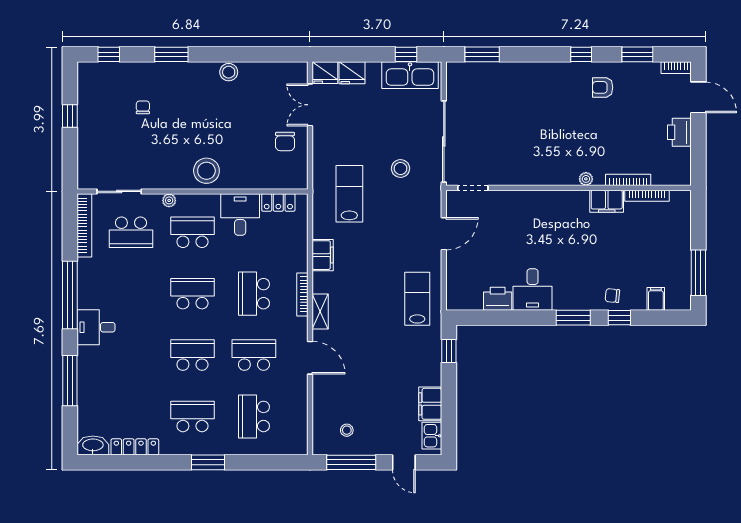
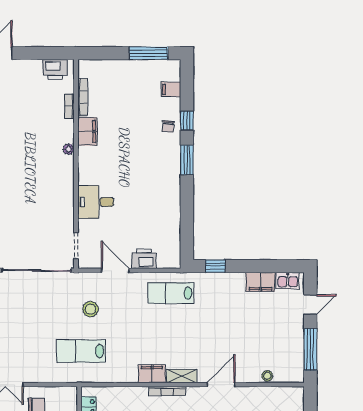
printer: (679, 132) -> (55, 69), moved
stool: (400, 168) -> (91, 309), moved
bookcase: (628, 180) -> (69, 106), width x0.64
filing cabinet: (323, 255) -> (152, 374), moved
desk: (533, 290) -> (96, 202), moved, turned 180
printer: (498, 299) -> (144, 259), moved, turned 90
stool: (347, 430) -> (267, 376), moved

